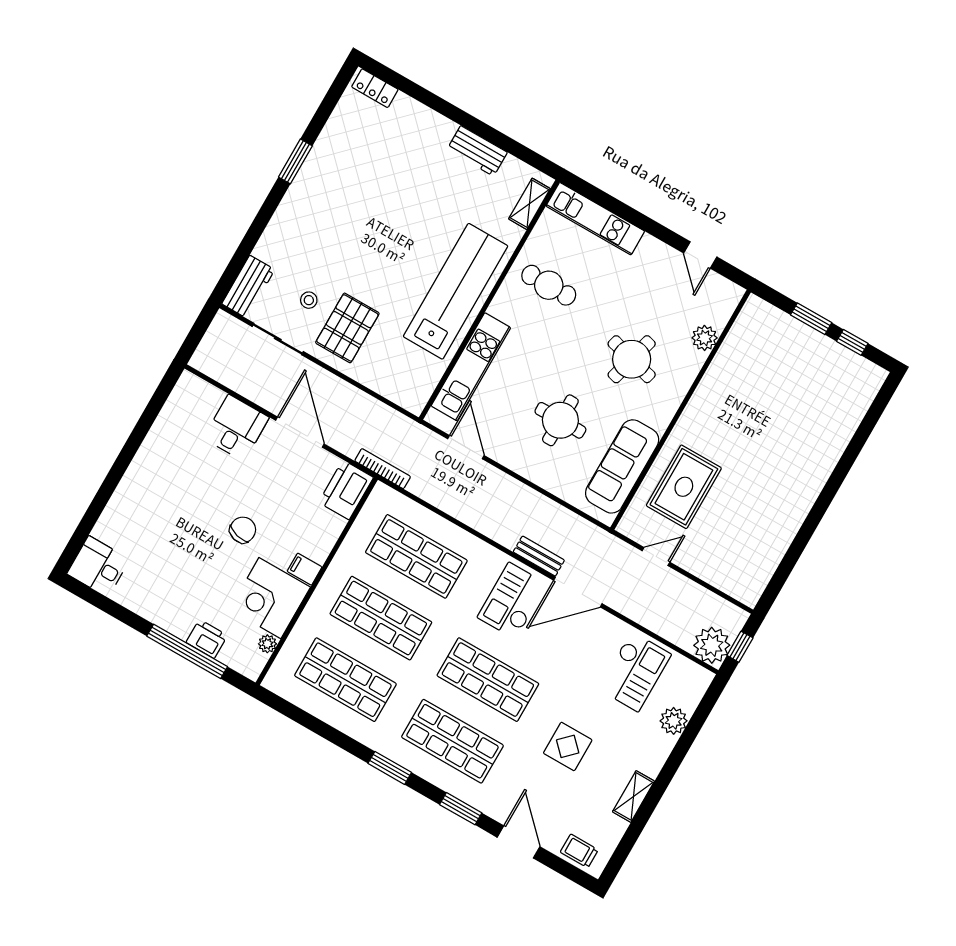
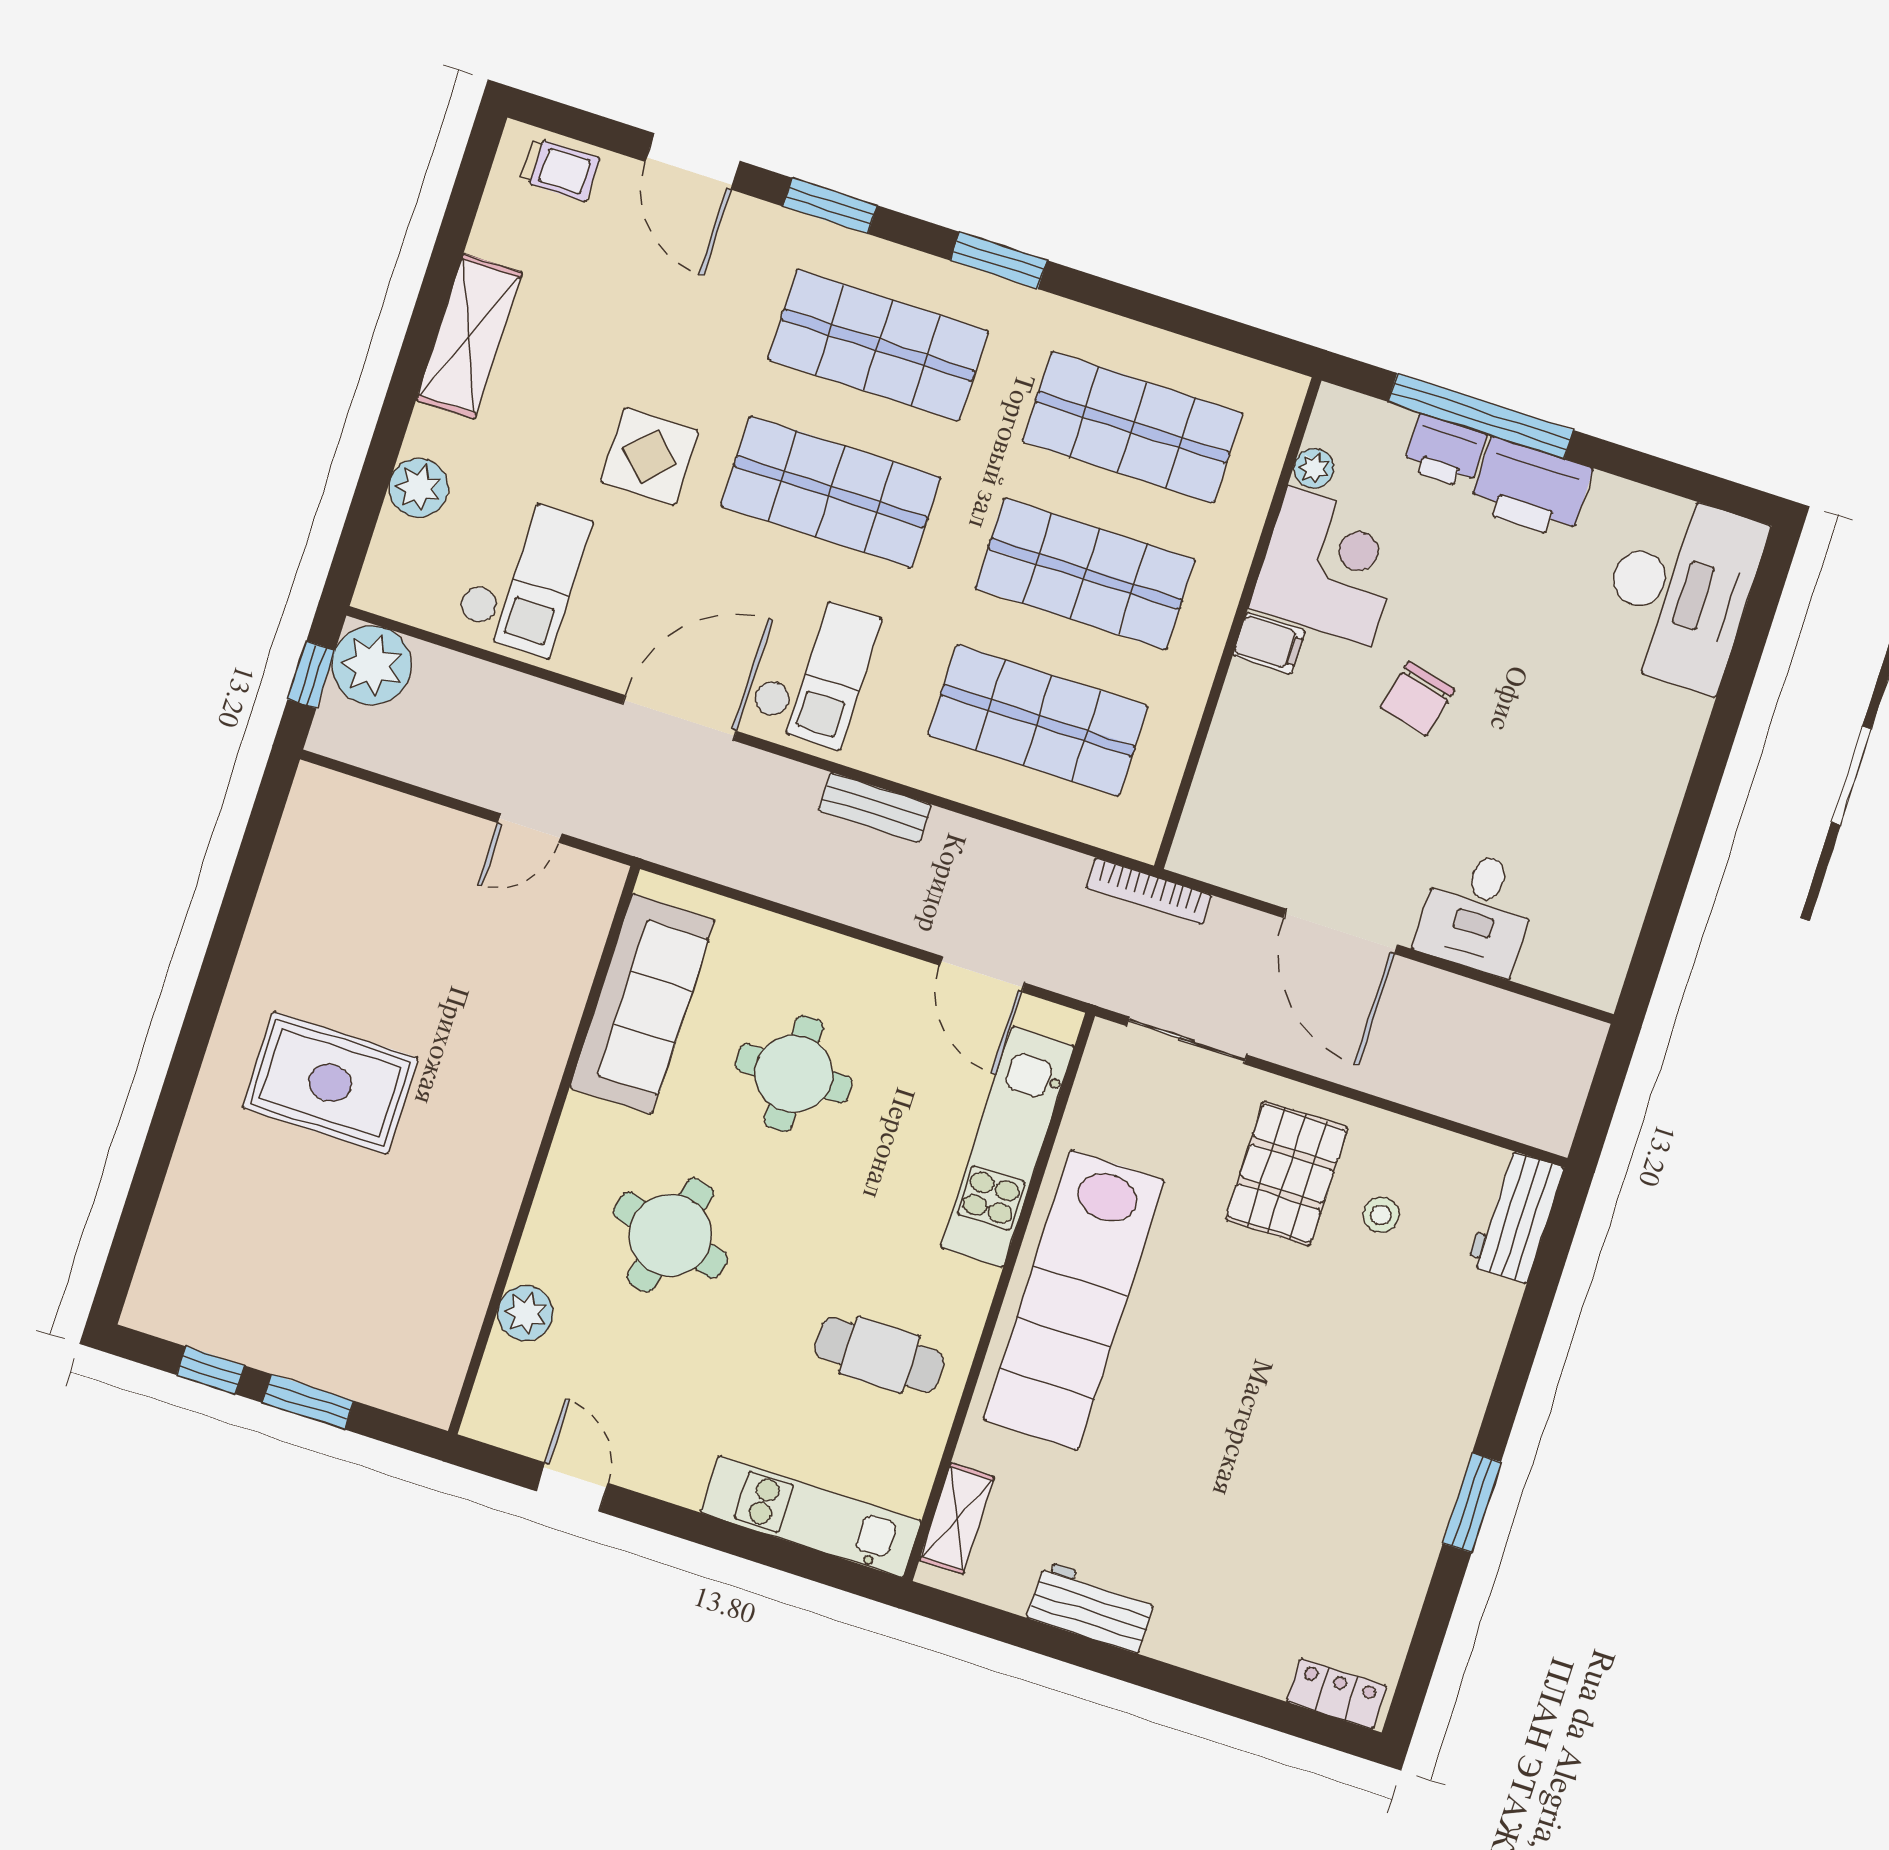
sliding door: (278, 339) -> (1187, 1040), moved
rug: (684, 487) -> (330, 1083), moved, turned 90
printer: (346, 490) -> (1531, 488), moved, turned 90
bench: (539, 556) -> (875, 808), moved
desk: (98, 566) -> (1679, 591), width x1.87, depth x1.30
checkout: (635, 672) -> (523, 575), turned 180
display table: (568, 746) -> (650, 456), moved
shelving: (633, 796) -> (469, 336), width x1.50, depth x1.33

